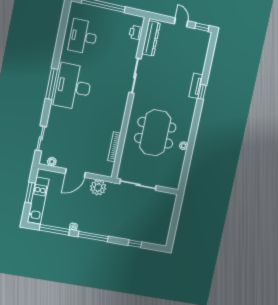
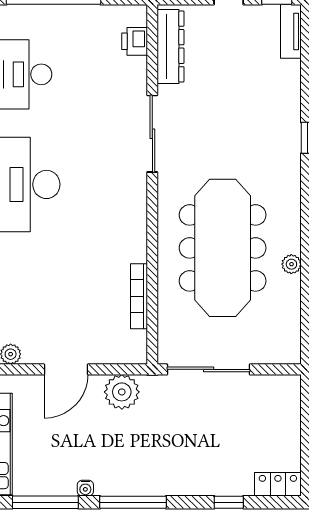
tv unit: (196, 86) -> (291, 31), moved
meeting table: (155, 133) -> (223, 248), width x1.36
locker: (158, 240) -> (278, 484), added

